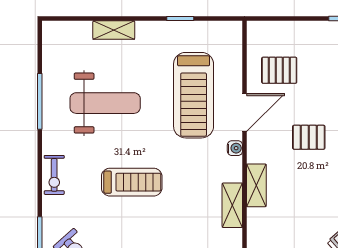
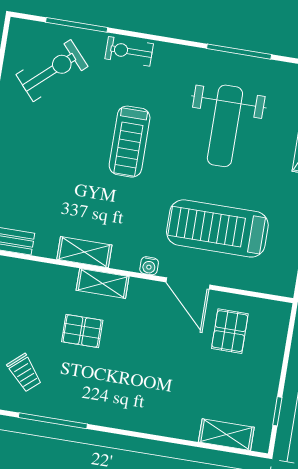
pallet: (309, 137) -> (82, 331), moved, turned 90
exercise bike: (54, 175) -> (129, 51), moved

